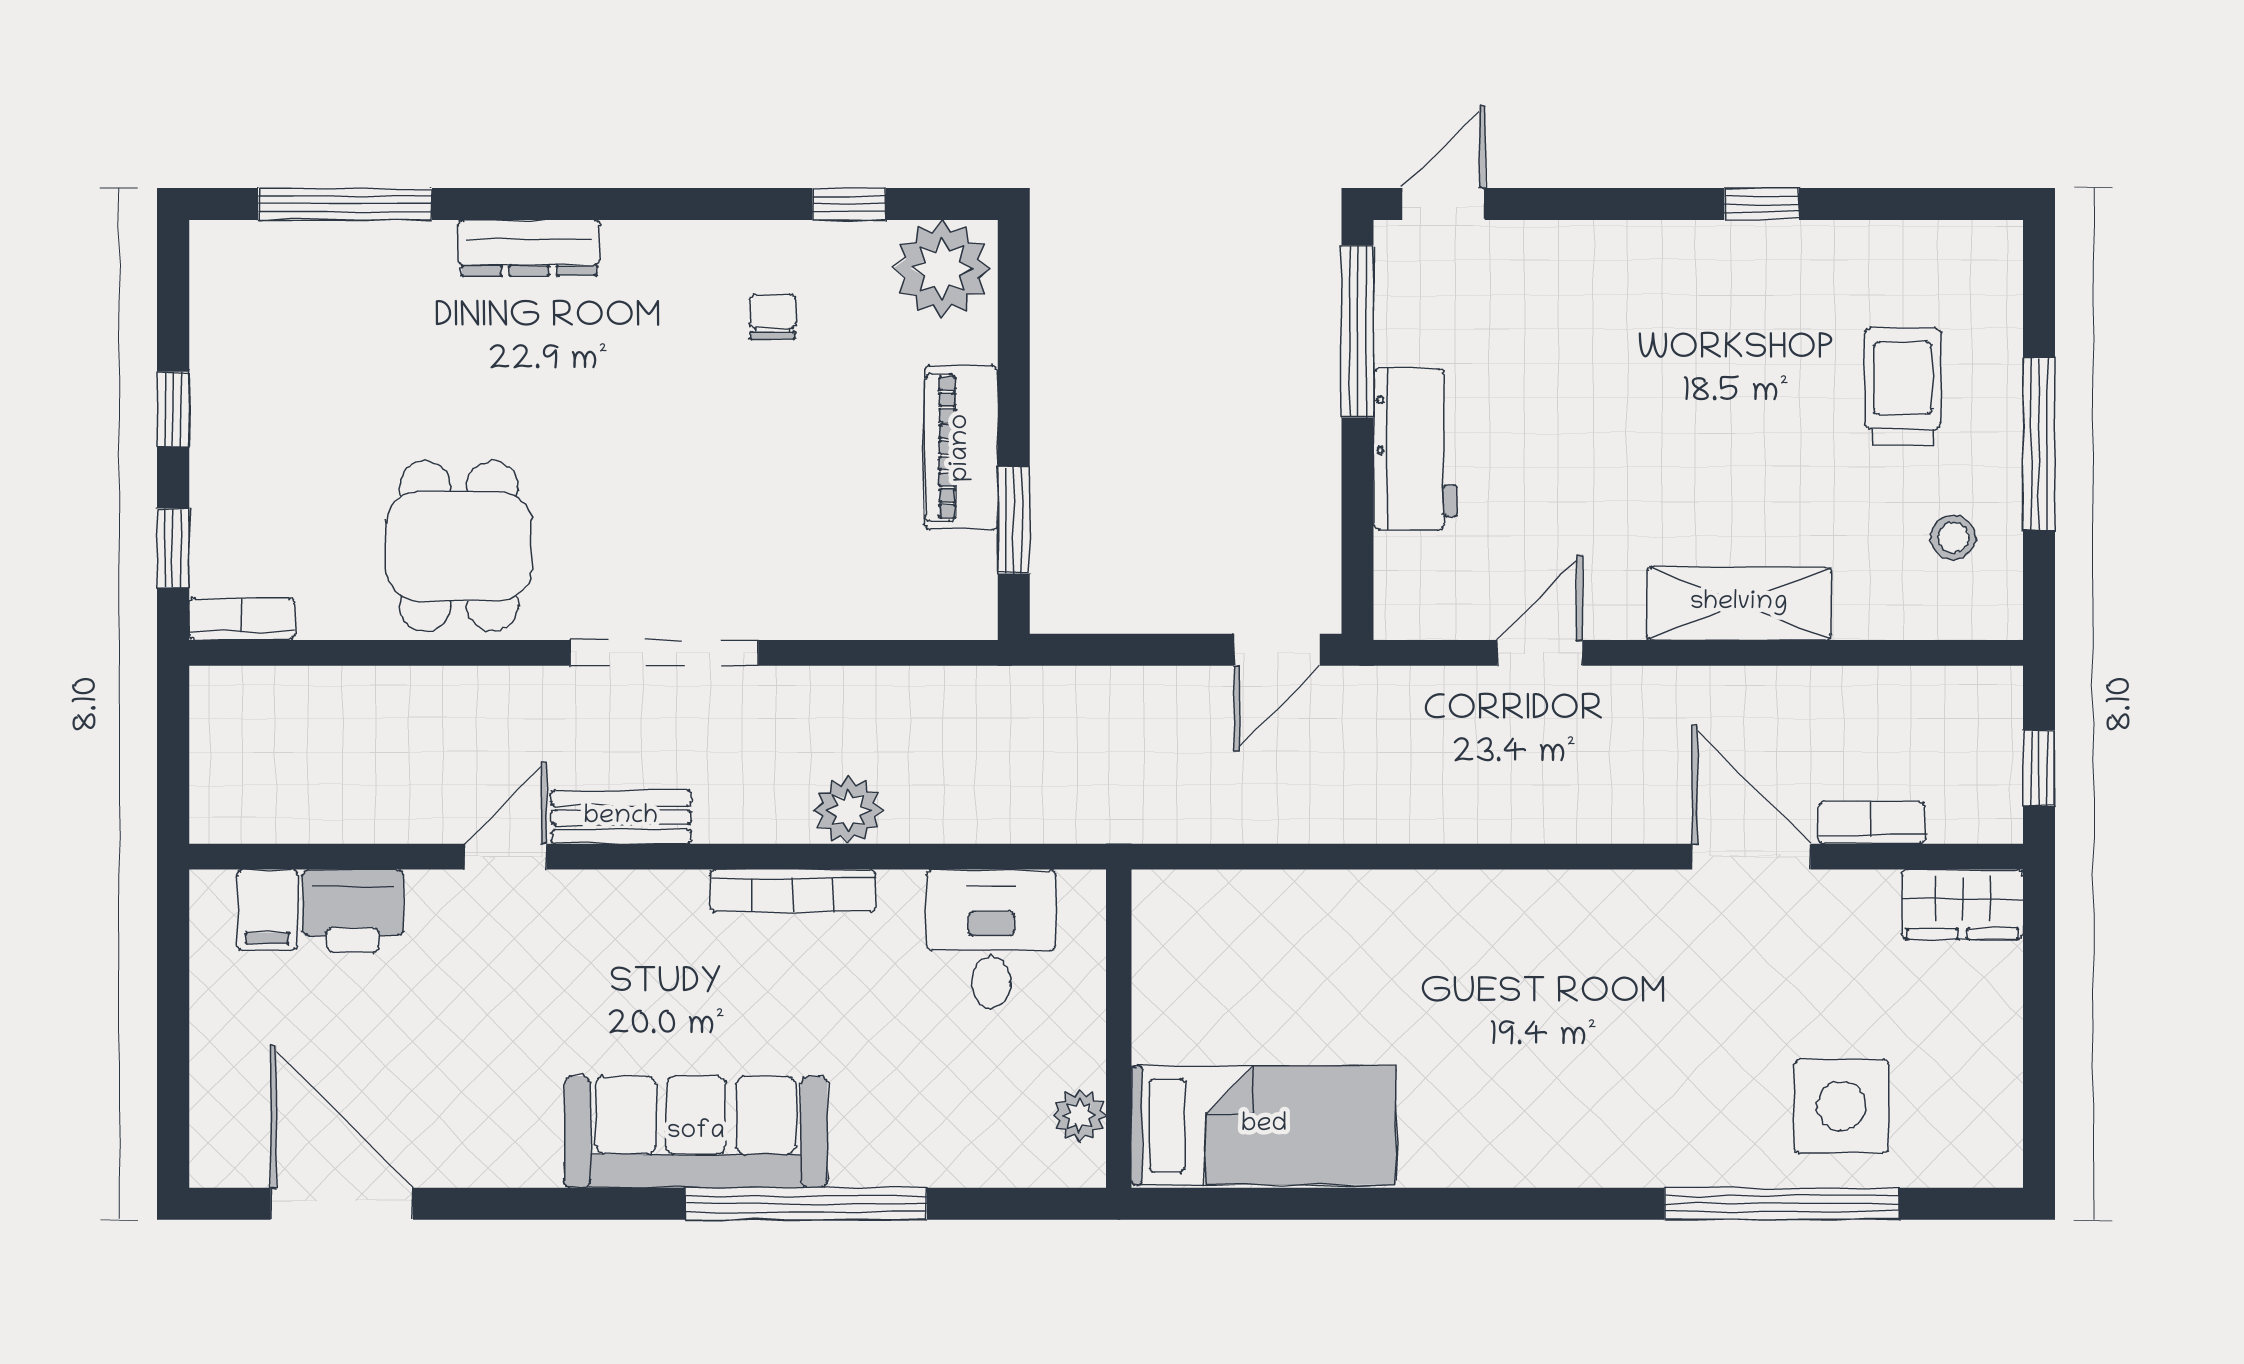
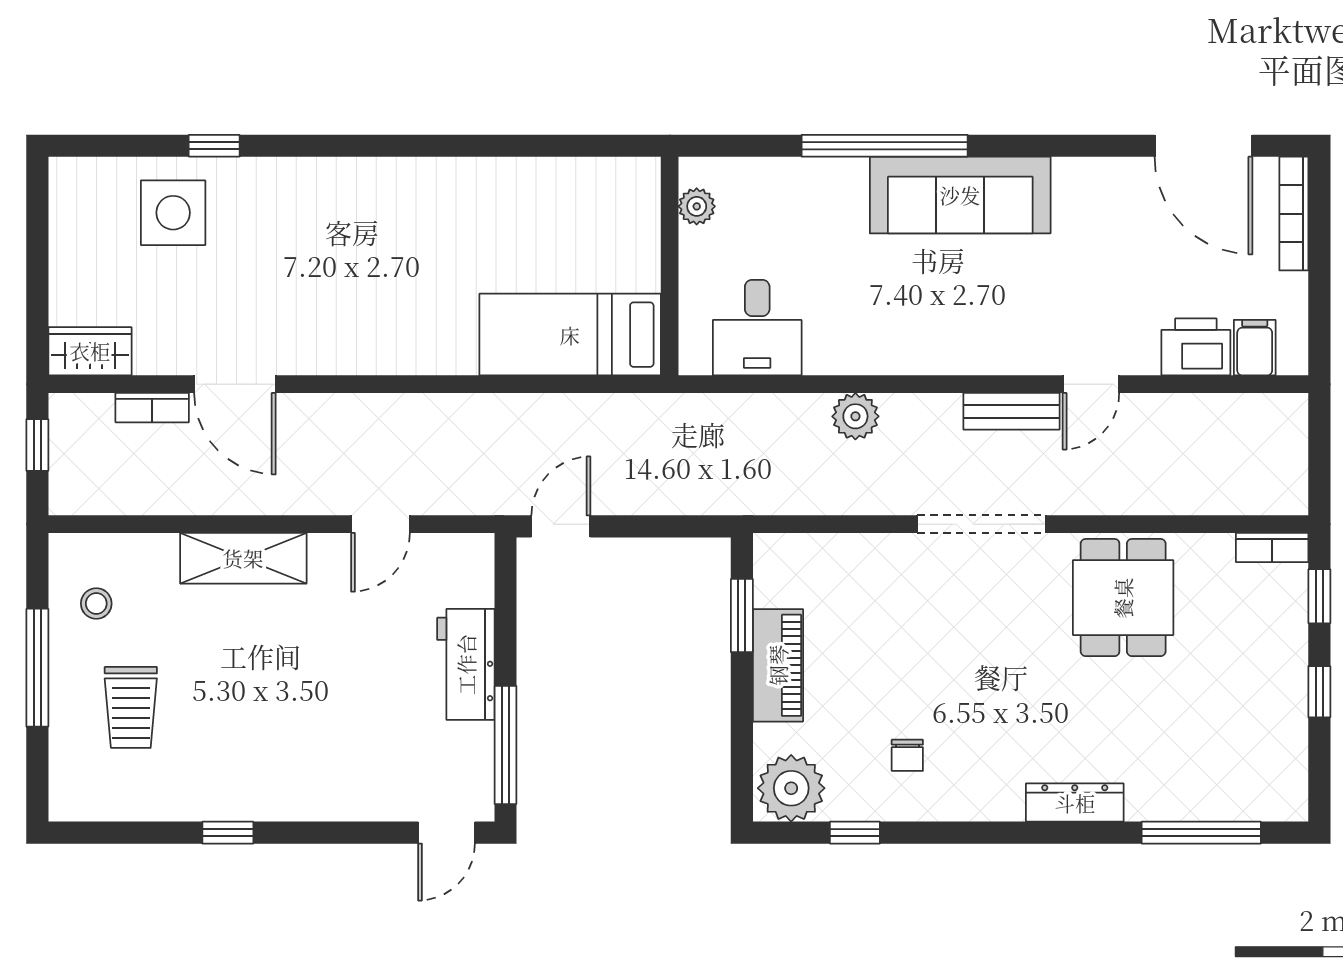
bookcase: (793, 891) -> (1294, 214), moved, turned -90
bed: (1264, 1125) -> (570, 335), moved
window: (1782, 1204) -> (214, 146), width x0.32

